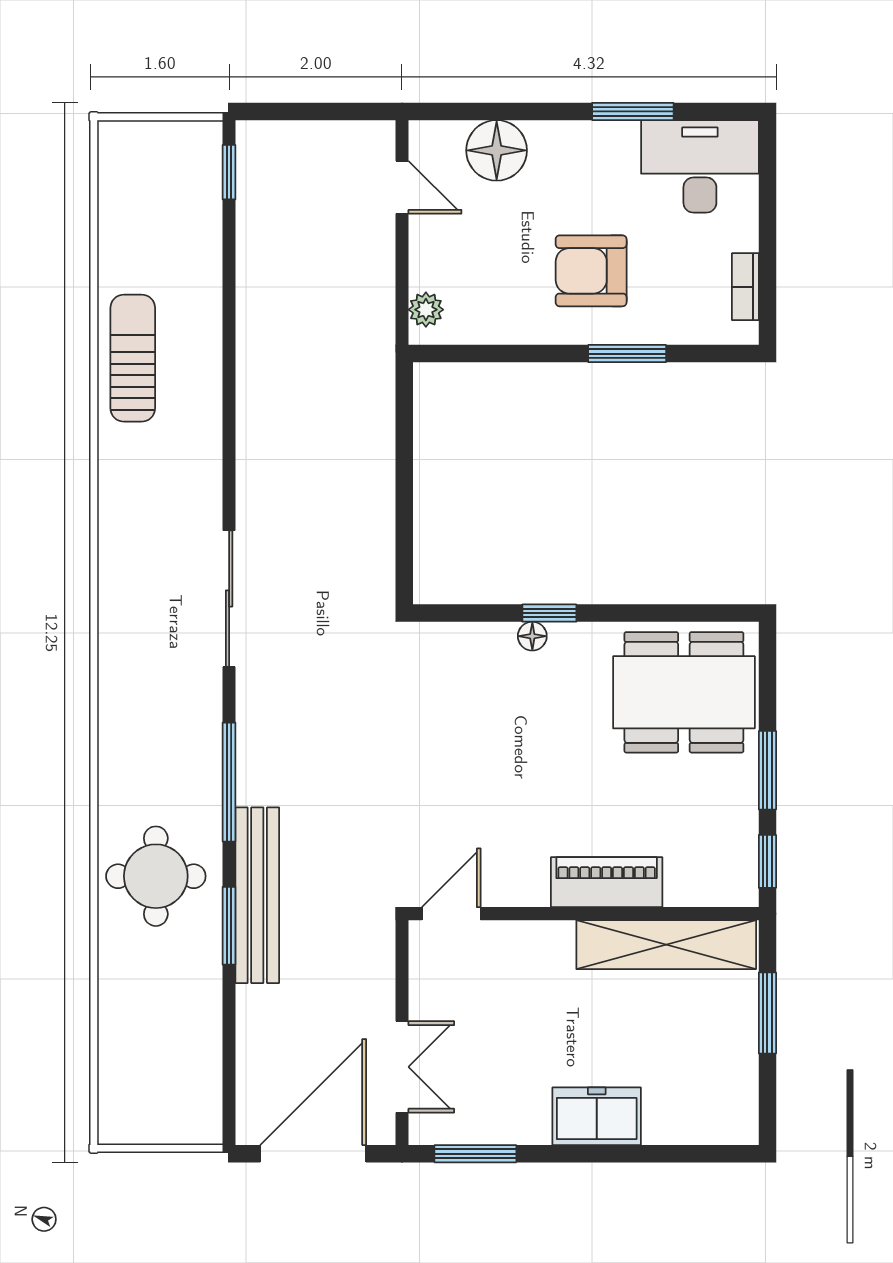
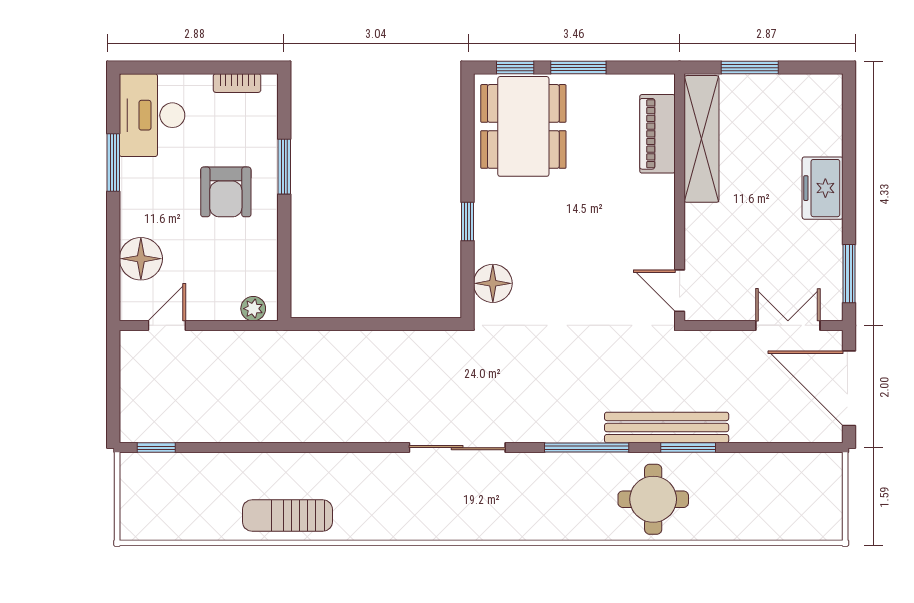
floor lamp: (532, 636) -> (493, 283), moved, width x1.89, depth x1.89
window: (767, 861) -> (515, 68), moved
piano: (607, 882) -> (657, 134), moved

